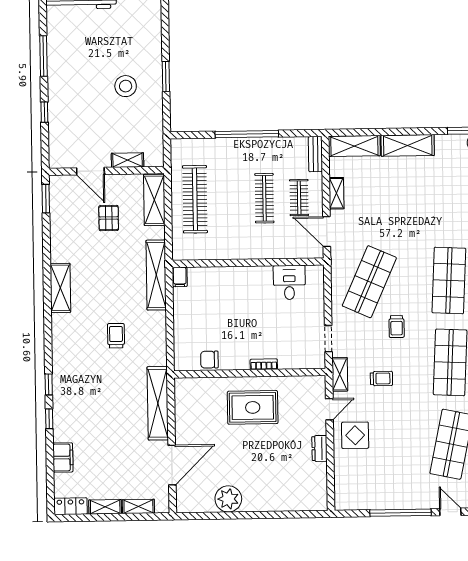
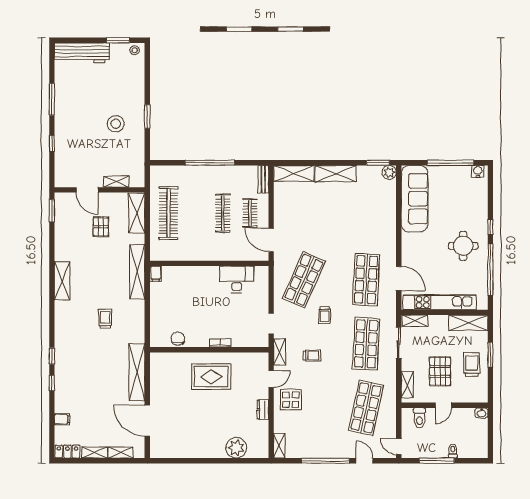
shelving: (337, 193) -> (279, 446), moved
desk: (289, 282) -> (237, 279), width x1.37
chair: (209, 360) -> (178, 339), turned 90
filing cabinet: (63, 458) -> (62, 419), width x0.50
door: (172, 465) -> (147, 421), swing flipped
plant: (228, 499) -> (236, 448), moved

